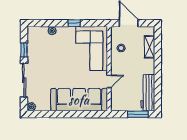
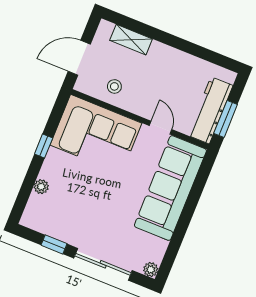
workbench: (148, 93) -> (210, 110), moved, turned 90
window: (138, 114) -> (226, 119), moved

